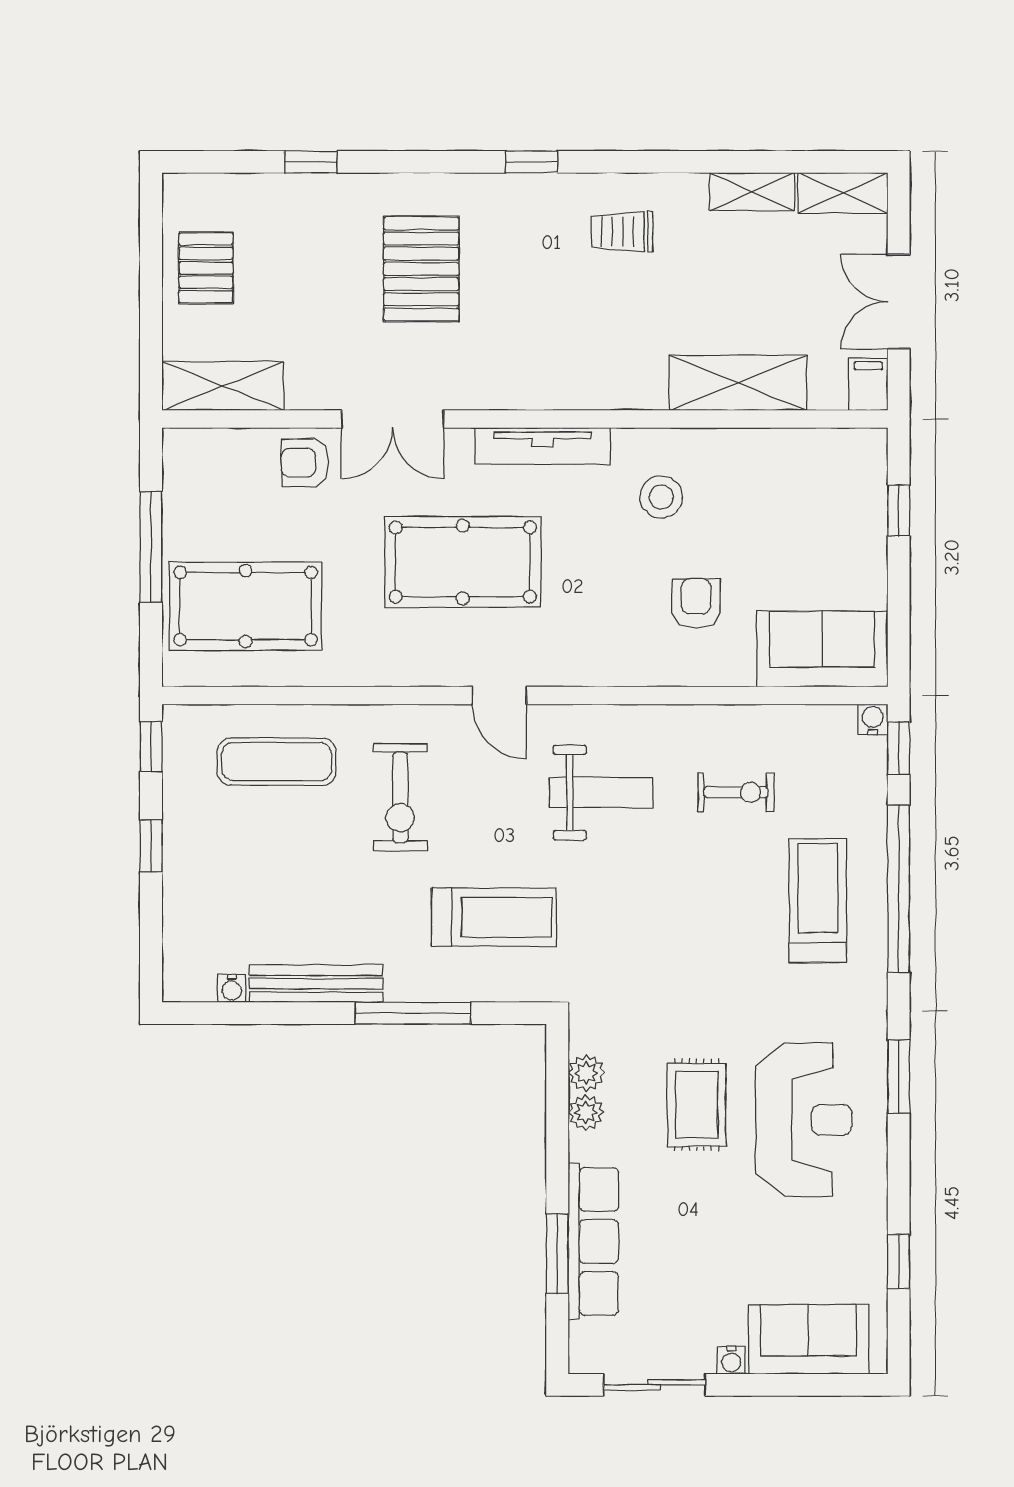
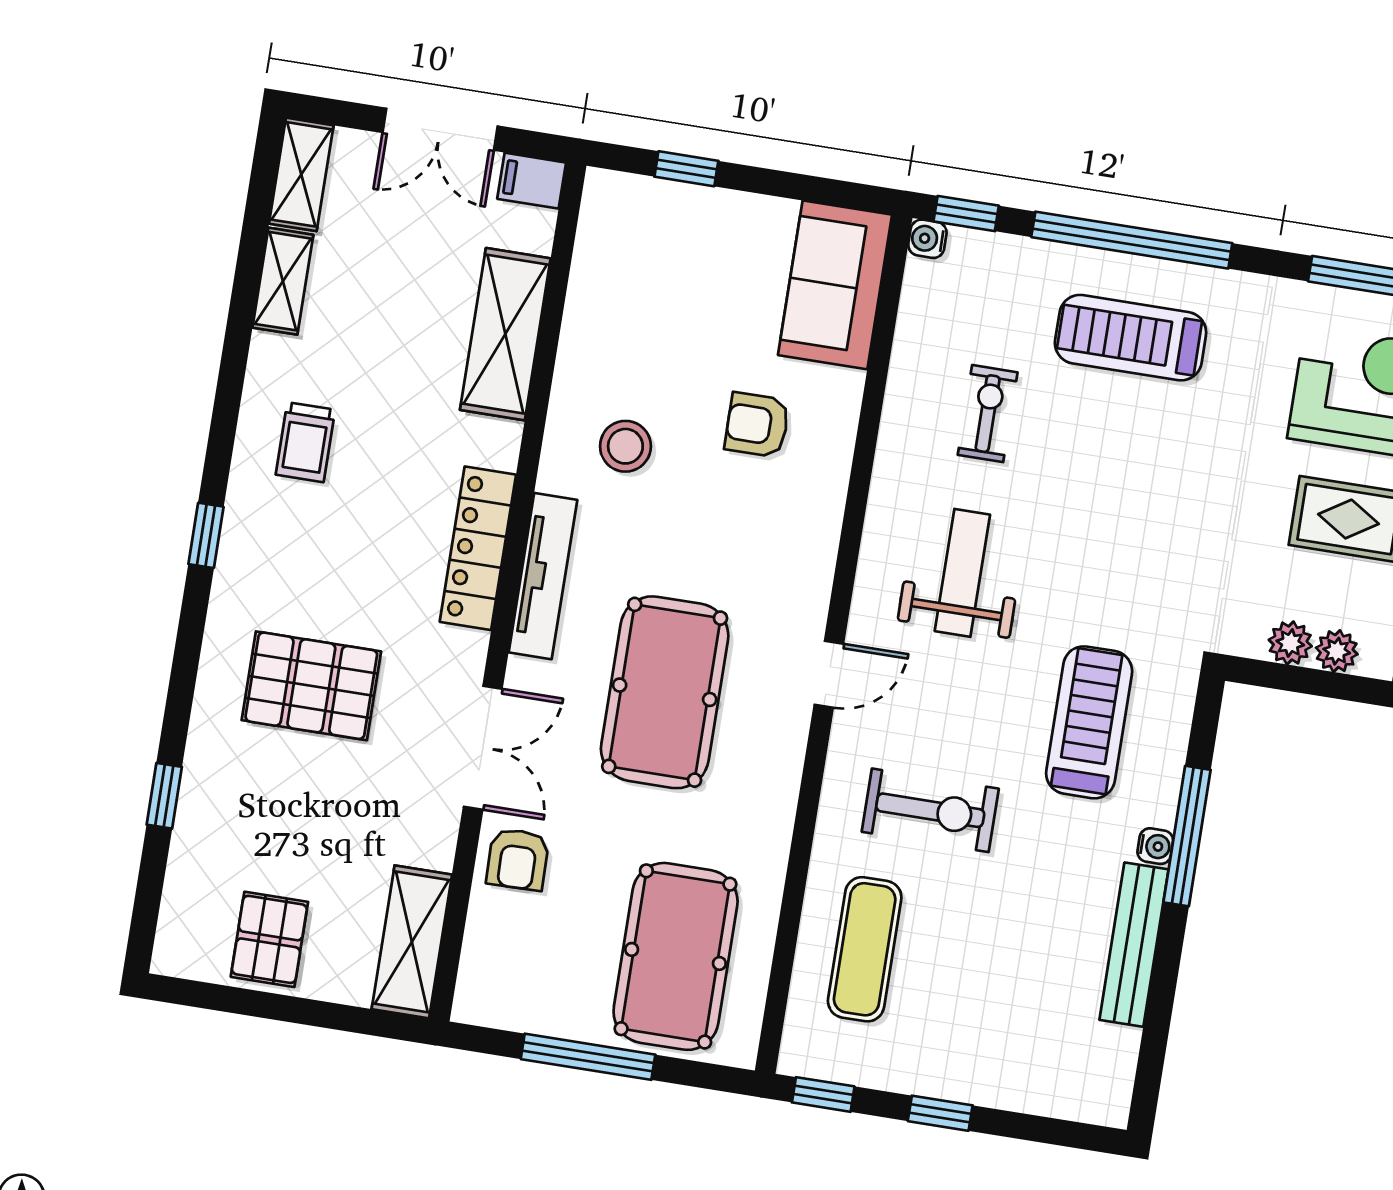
pallet: (206, 268) -> (269, 939), turned 90
locker: (557, 388) -> (478, 548), added
water cooler: (232, 988) -> (1155, 846), moved

